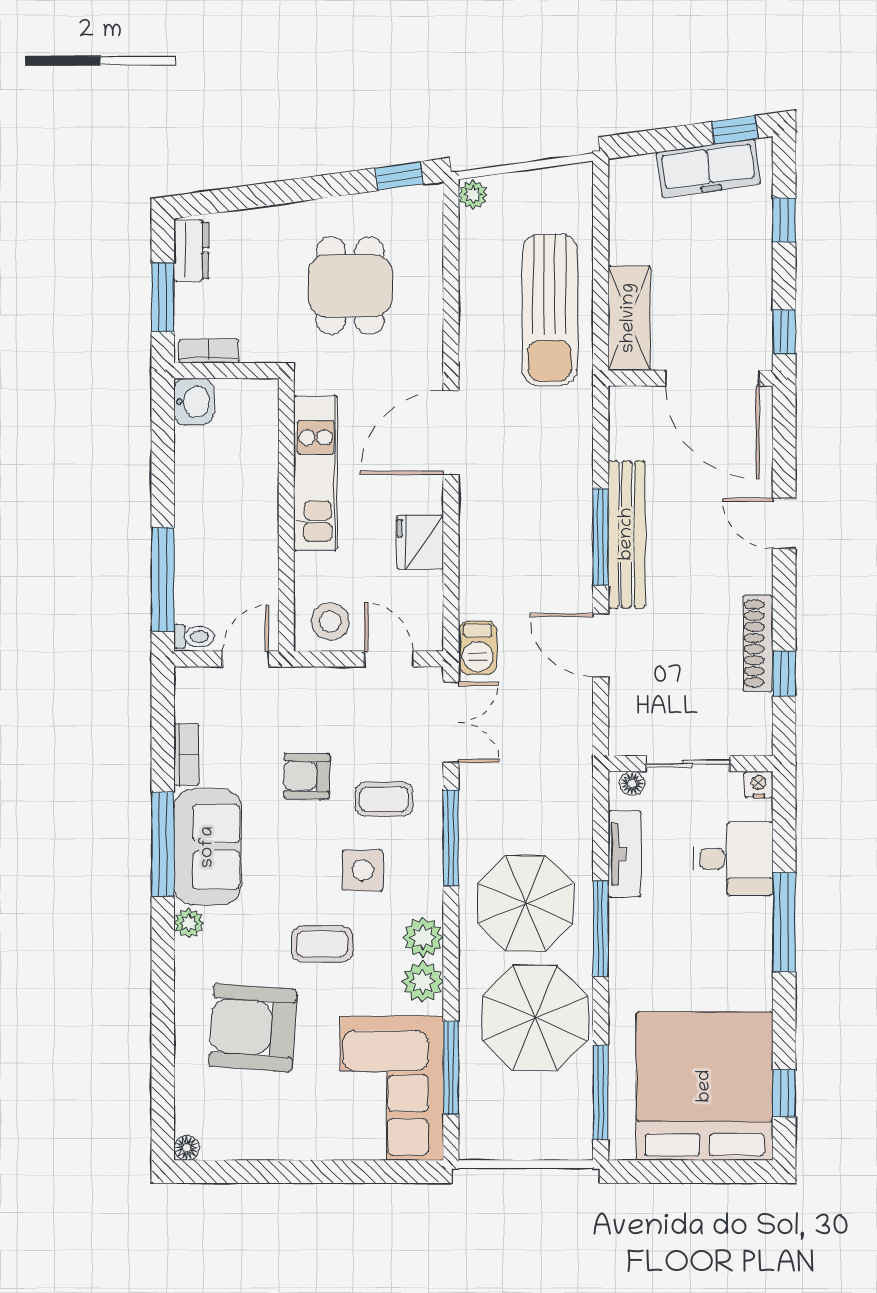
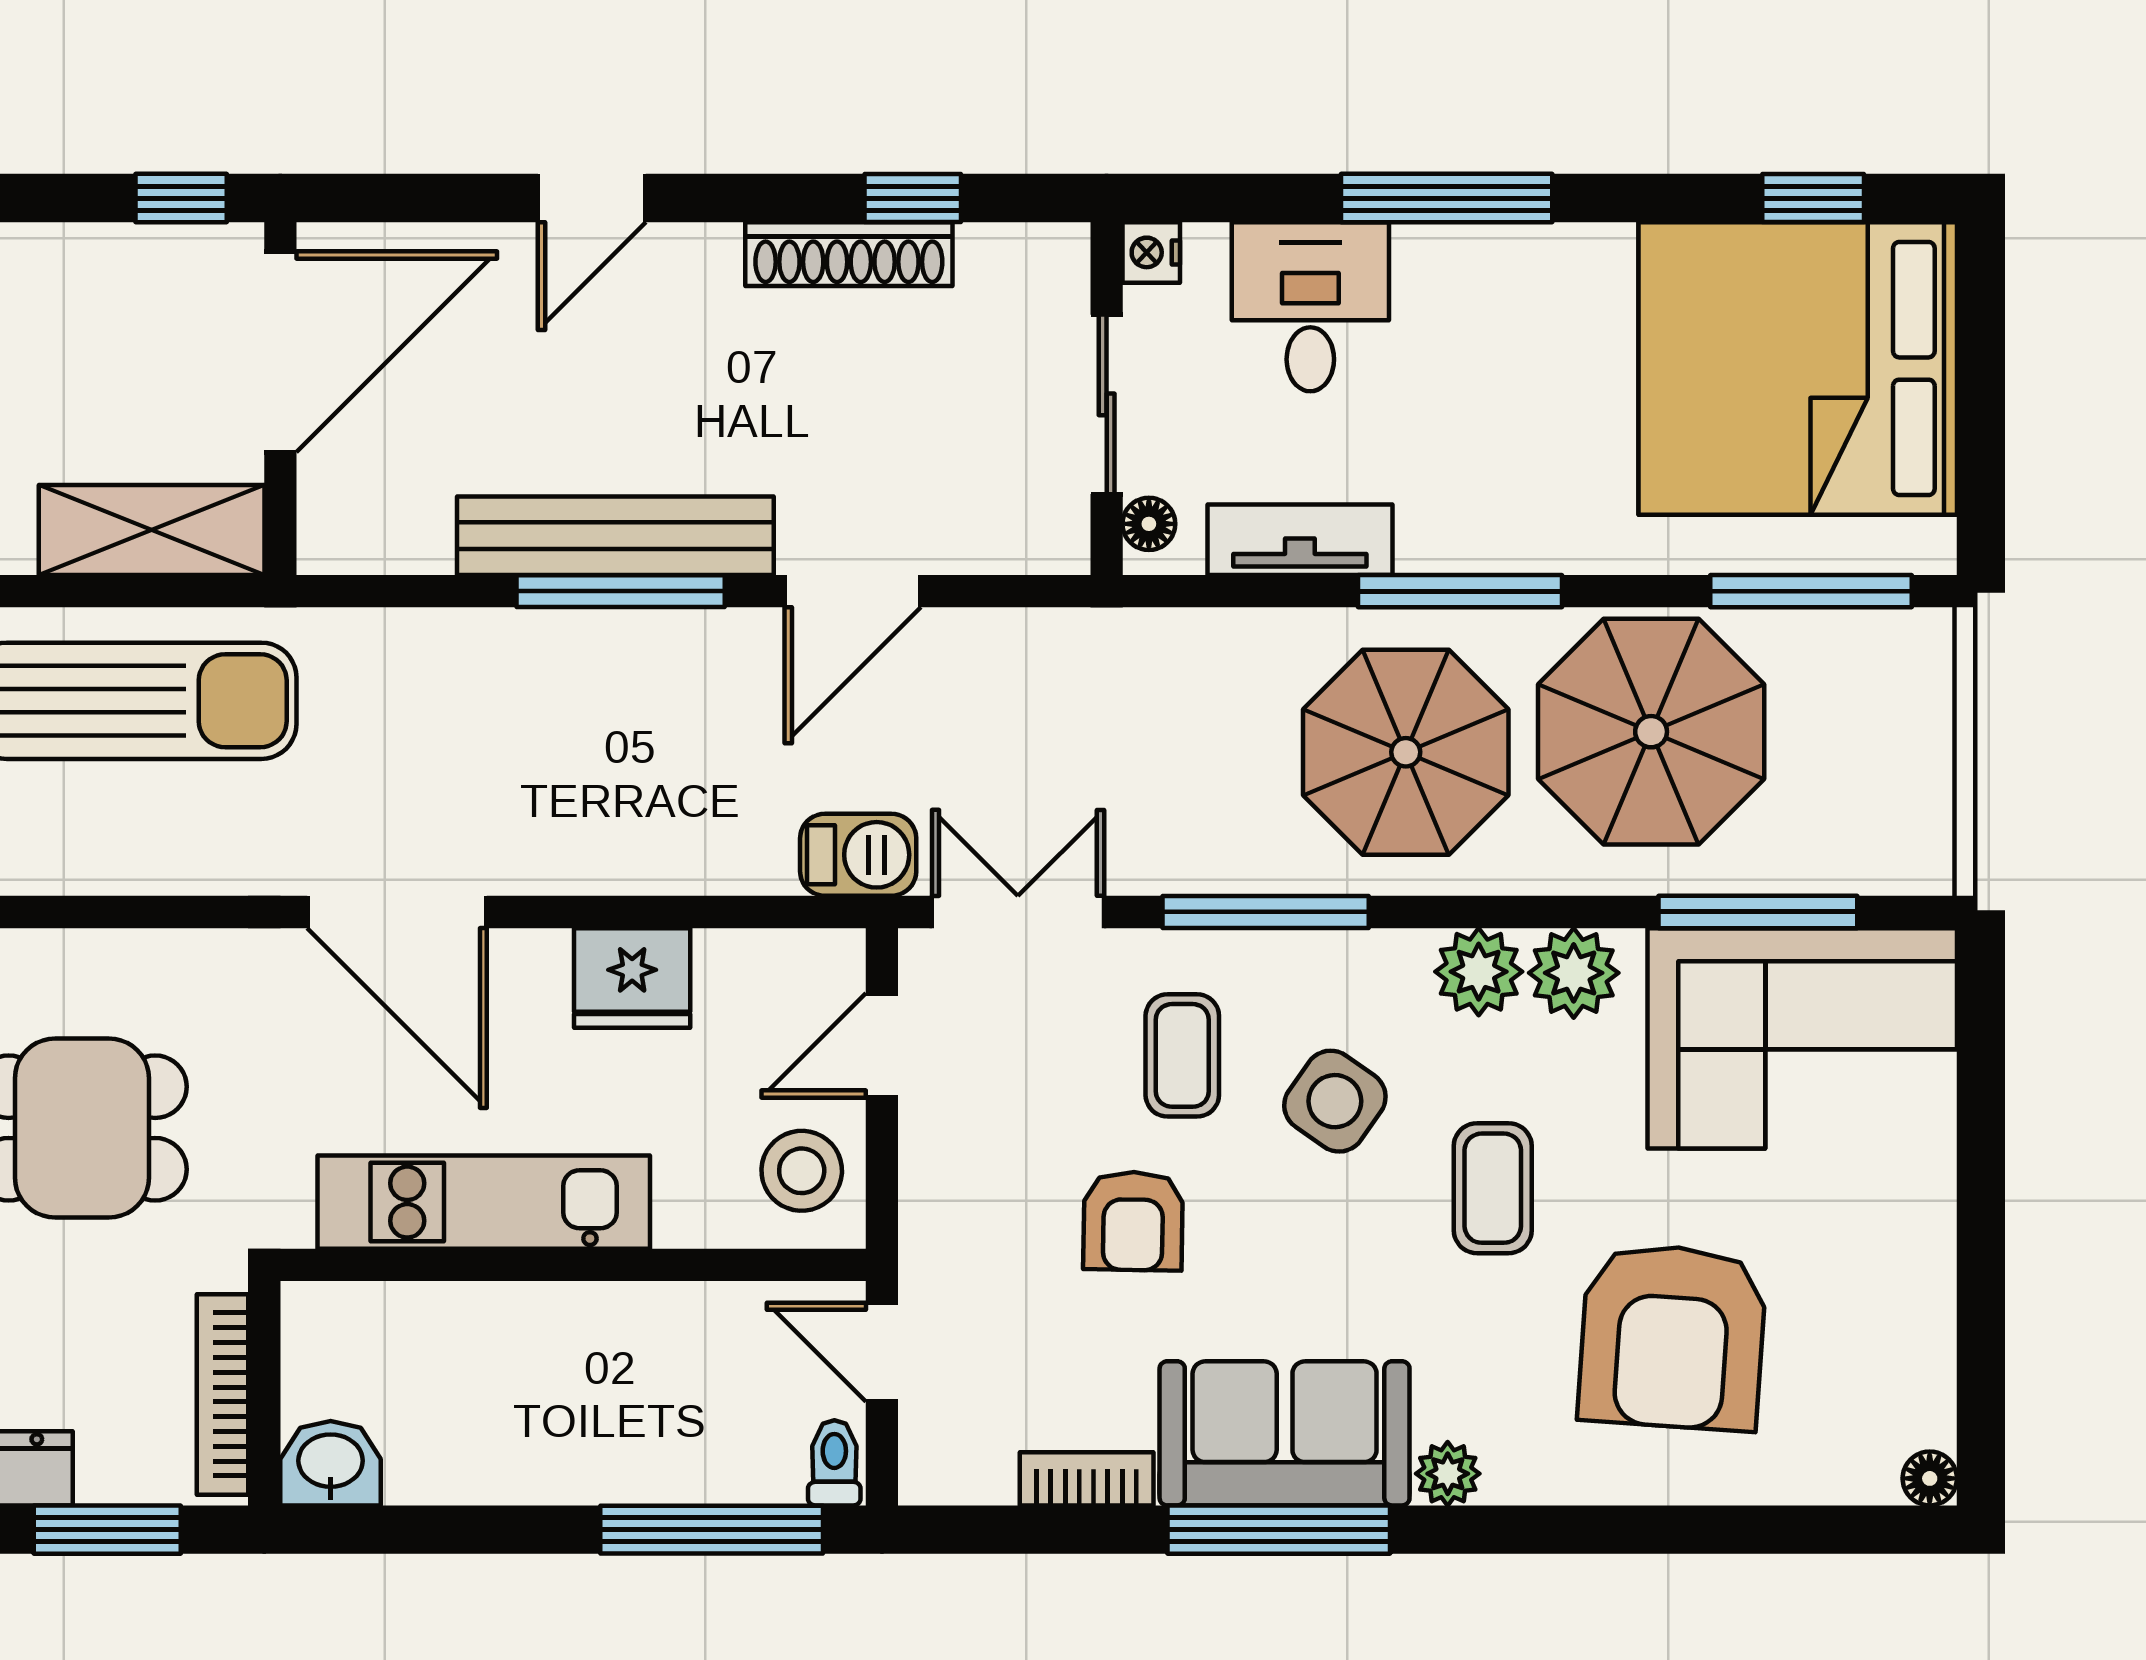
bookcase: (209, 351) -> (223, 1394), width x1.56
side table: (363, 870) -> (1335, 1101), turned 35

